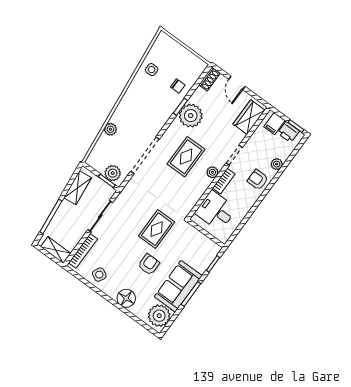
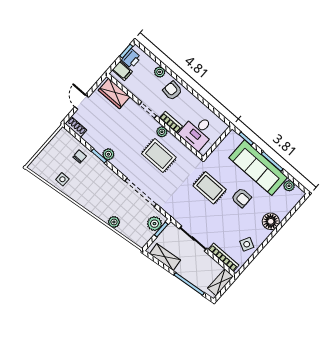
door: (237, 83) -> (82, 102), swing flipped
plant: (191, 116) -> (108, 154), width x0.53, depth x0.53
rug: (186, 157) -> (159, 156), moved
armchair: (258, 180) -> (172, 91), turned 98
armchair: (149, 264) -> (241, 198), turned 180
sofa: (178, 286) -> (258, 168), width x1.36
plant: (159, 316) -> (289, 186), width x0.53, depth x0.53

